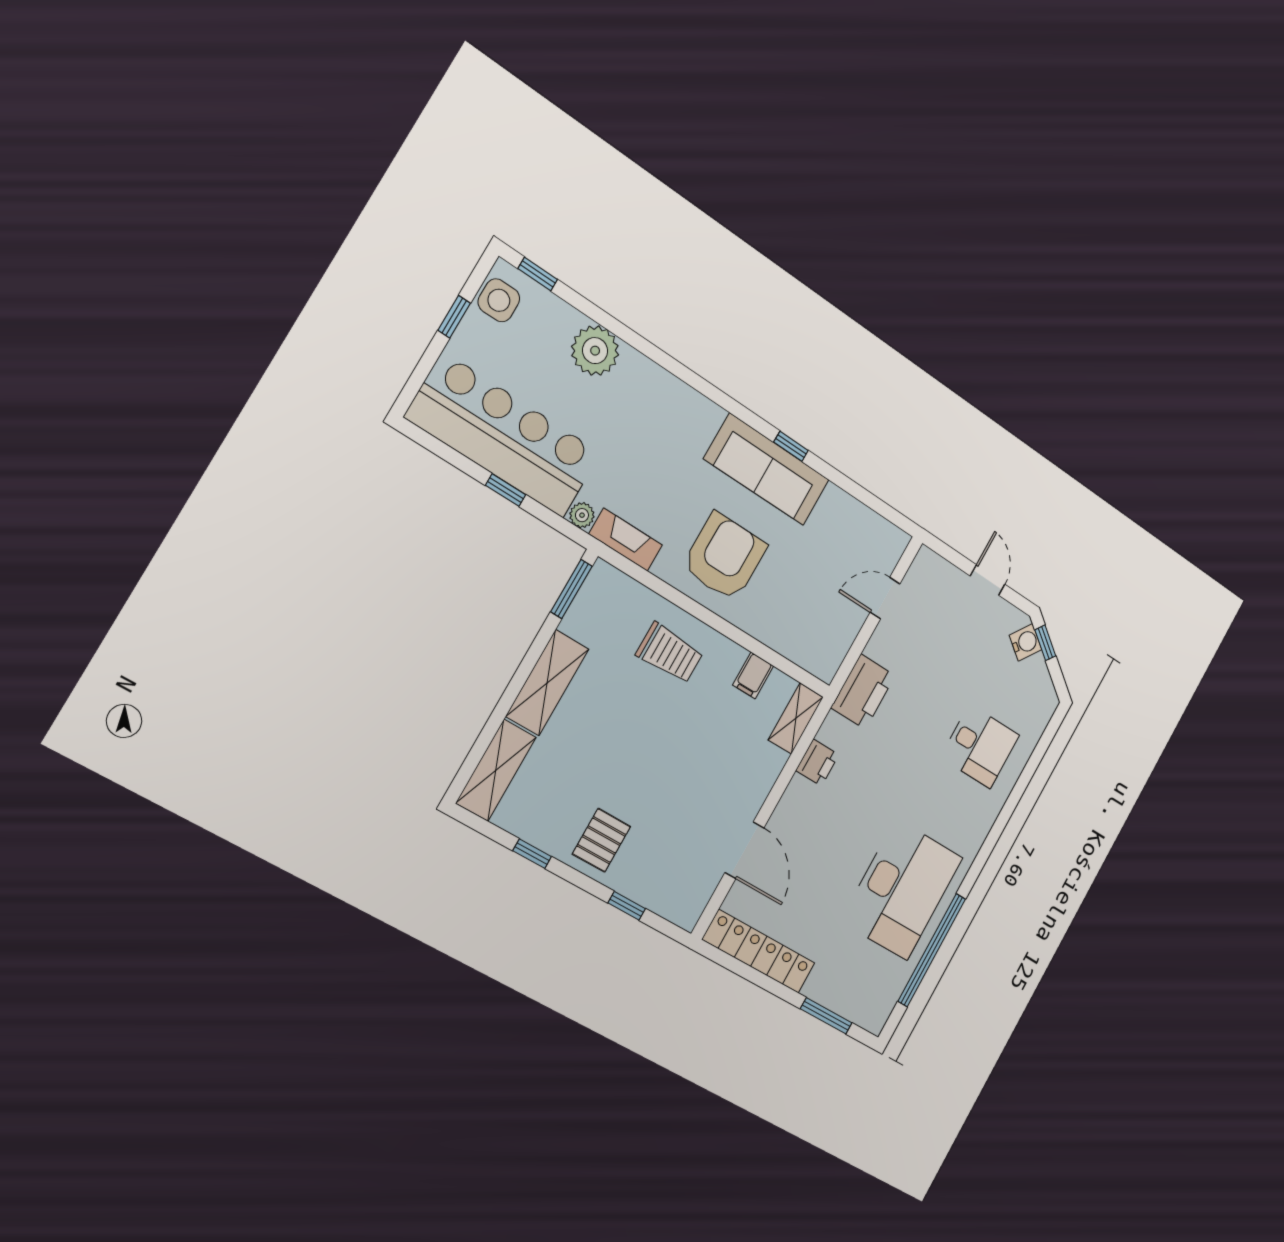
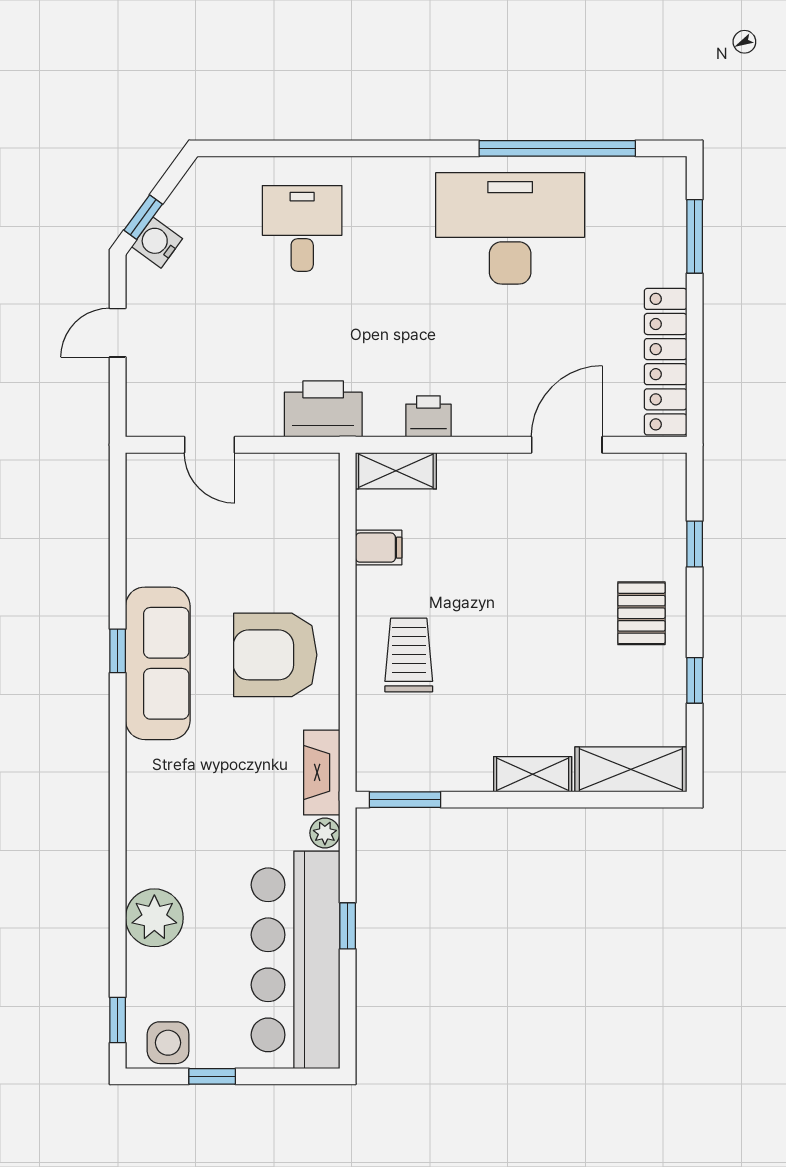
shelving: (547, 683) -> (533, 774), width x0.67, depth x0.75
pallet: (601, 840) -> (641, 613), turned 90

